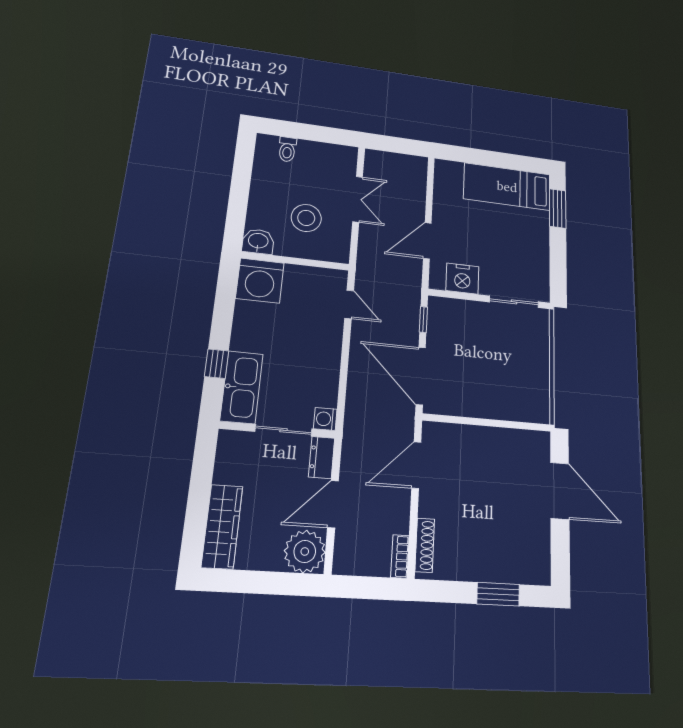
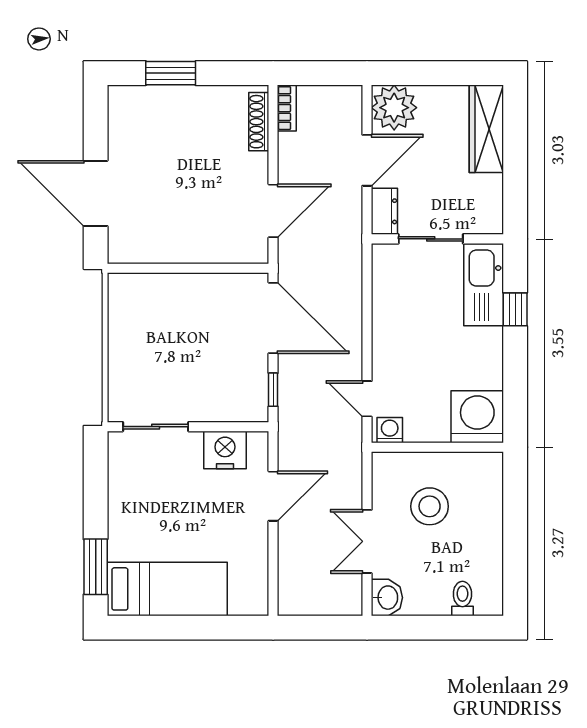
washbasin: (258, 241) -> (387, 598), moved, turned -90
washing machine: (325, 419) -> (390, 430), moved, turned -90

